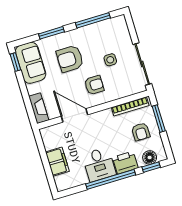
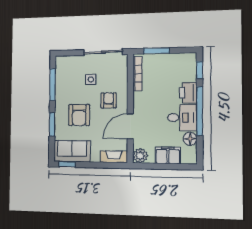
armchair: (141, 132) -> (164, 71), removed
plant: (48, 134) -> (140, 156), added
floor lamp: (150, 157) -> (190, 139), moved

